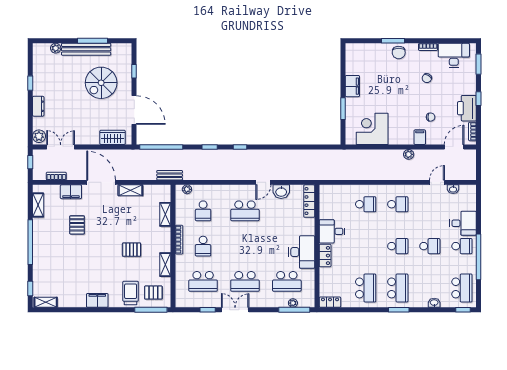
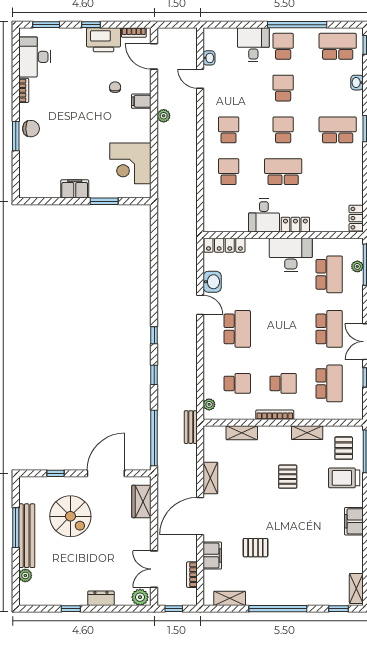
chair: (427, 78) -> (64, 92), removed
school desk: (366, 288) -> (283, 172), moved

